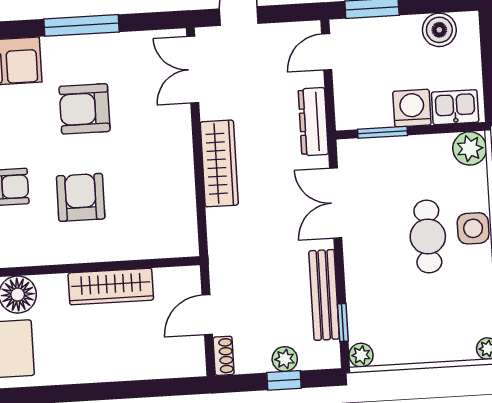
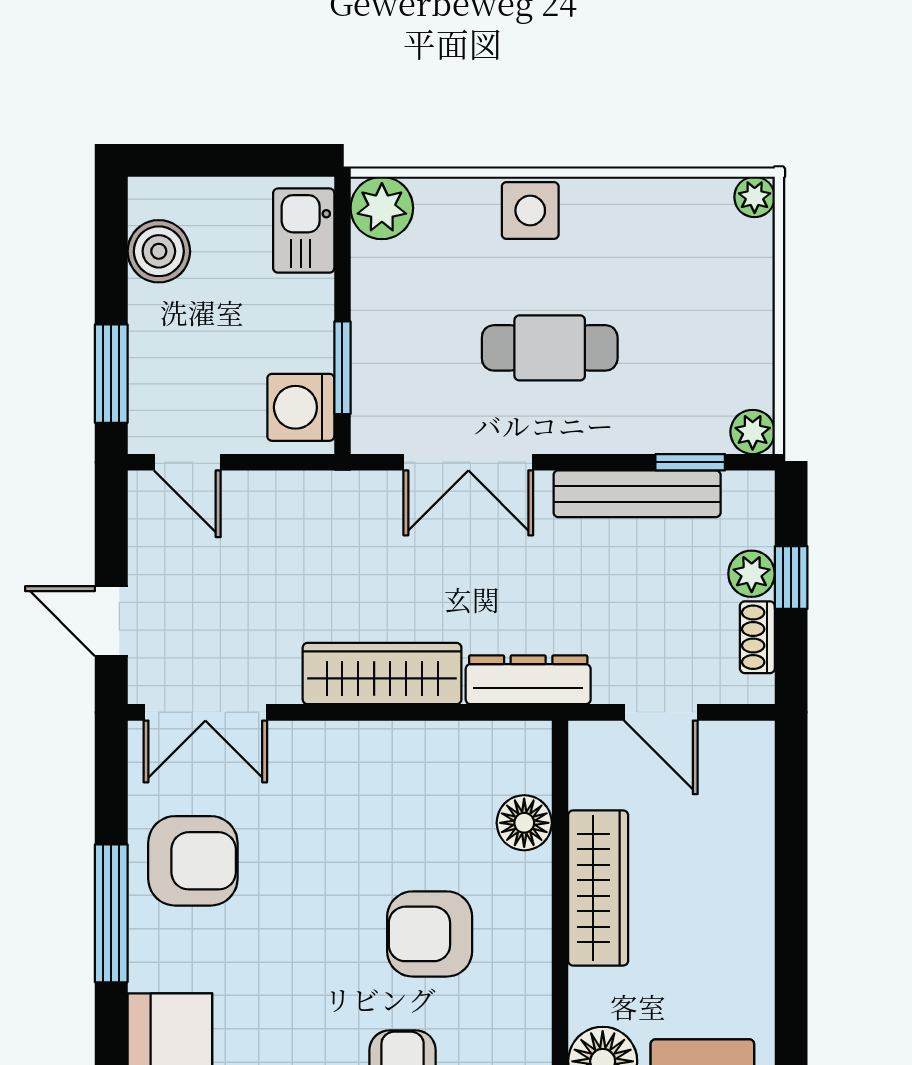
washing machine: (412, 108) -> (301, 407), moved
armchair: (85, 109) -> (193, 861), moved, turned -90
dresser: (313, 122) -> (528, 680), moved, turned 180
cafe table: (428, 237) -> (550, 348), moved
floor lamp: (143, 245) -> (524, 823), added
shoe rack: (224, 356) -> (757, 637), moved, turned -90

